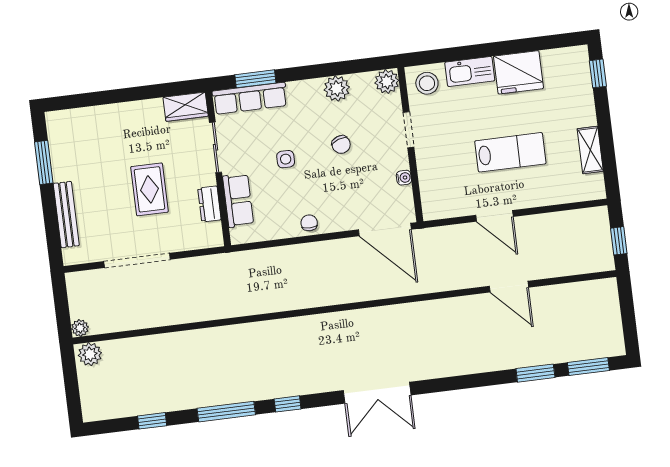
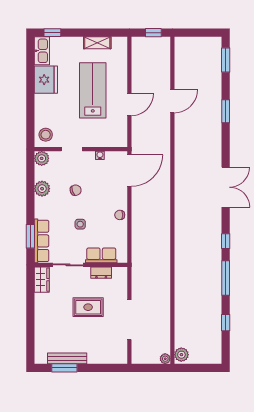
kitchen sink: (470, 71) -> (42, 51), moved
lab bench: (510, 152) -> (93, 90), width x1.36, depth x1.39
bench: (66, 215) -> (67, 358), moved
window: (535, 373) -> (226, 111), moved

